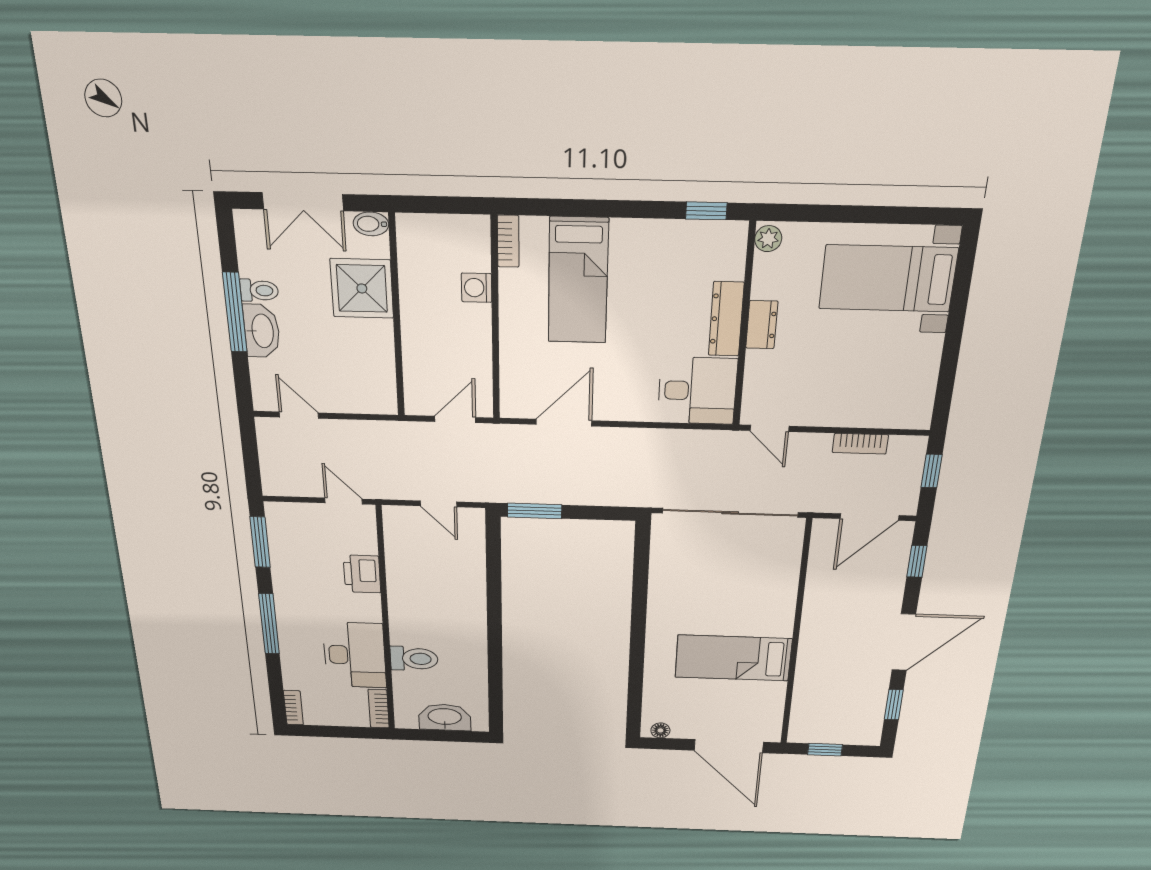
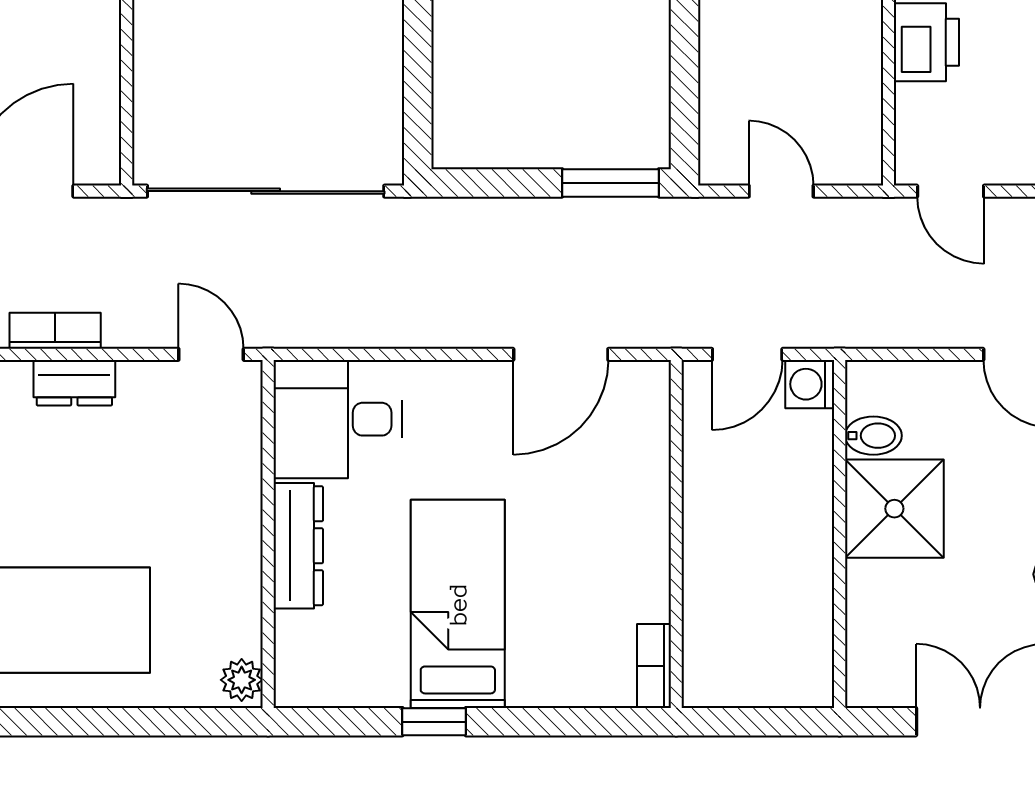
window: (706, 211) -> (434, 722), moved
bidet: (371, 224) -> (873, 436), moved
bed: (578, 281) -> (458, 604), moved
shower: (362, 288) -> (894, 509), moved
washing machine: (477, 288) -> (810, 384), moved, turned 180
dresser: (762, 325) -> (74, 383), moved, turned -90

